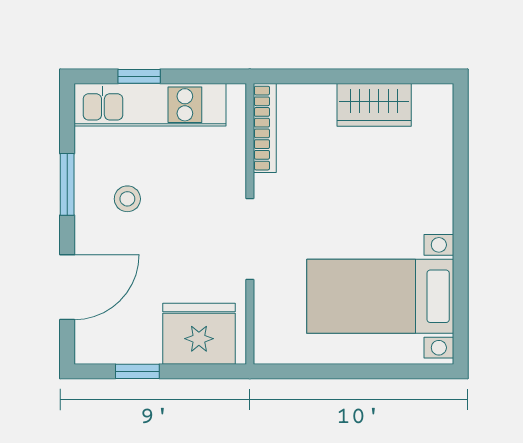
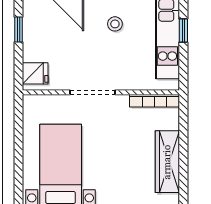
wardrobe: (374, 105) -> (167, 162), width x1.50
fridge: (199, 334) -> (35, 73), width x0.53, depth x0.75

